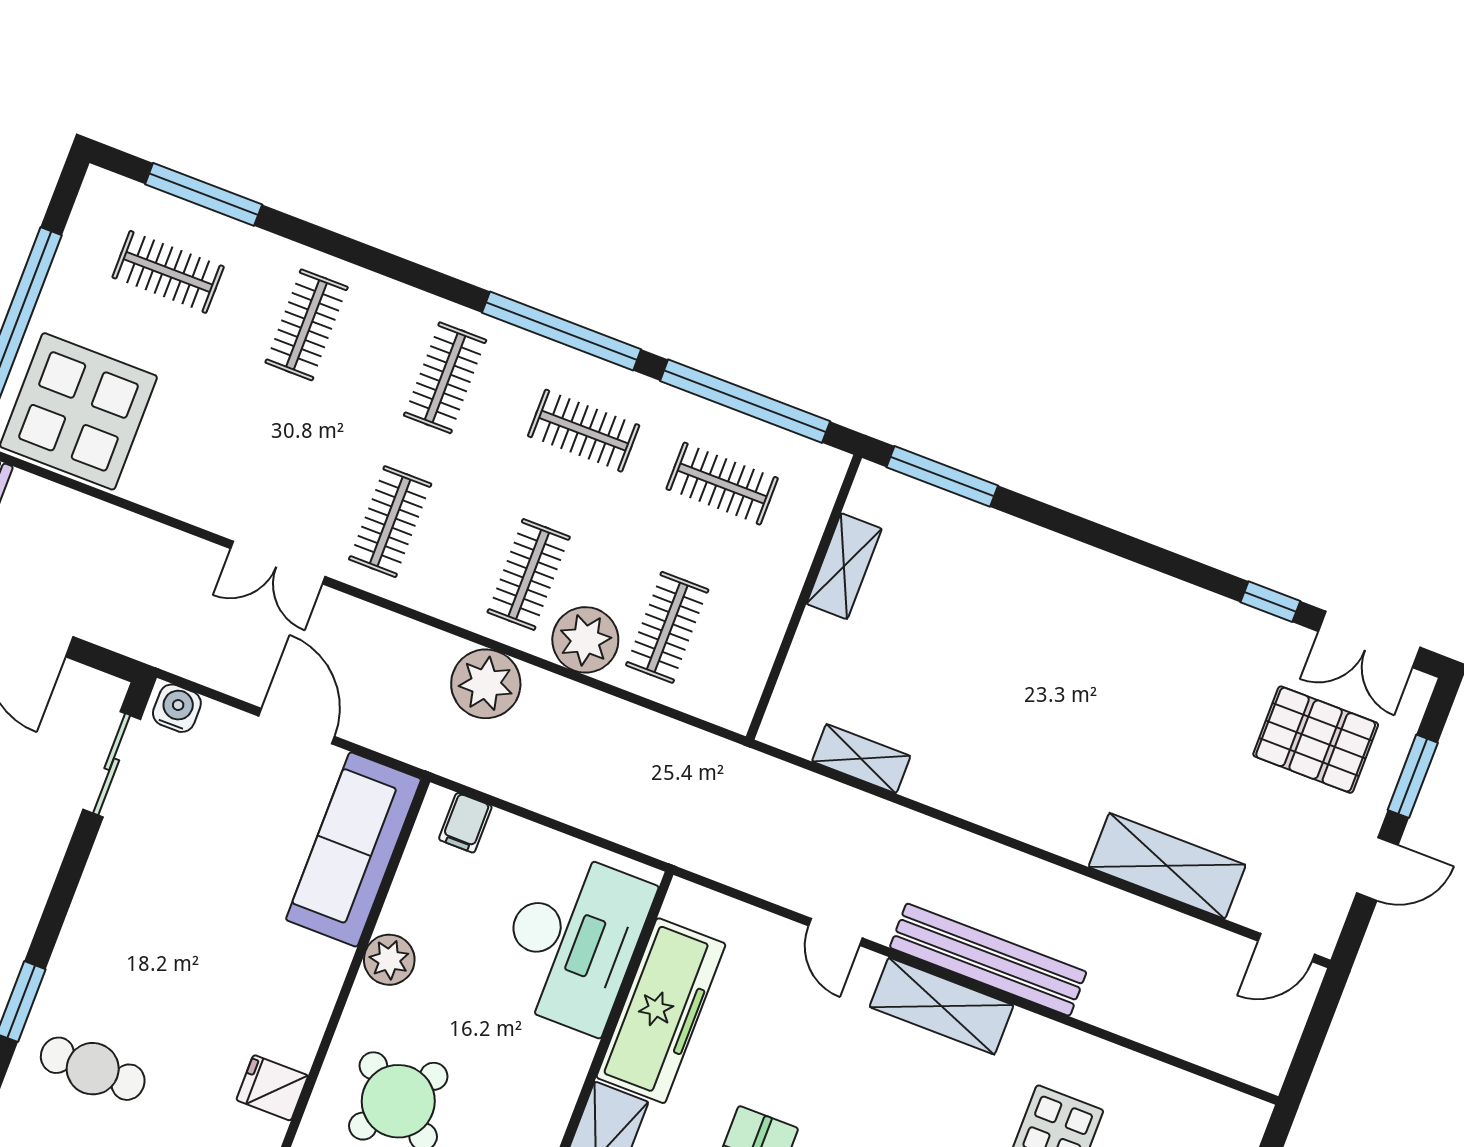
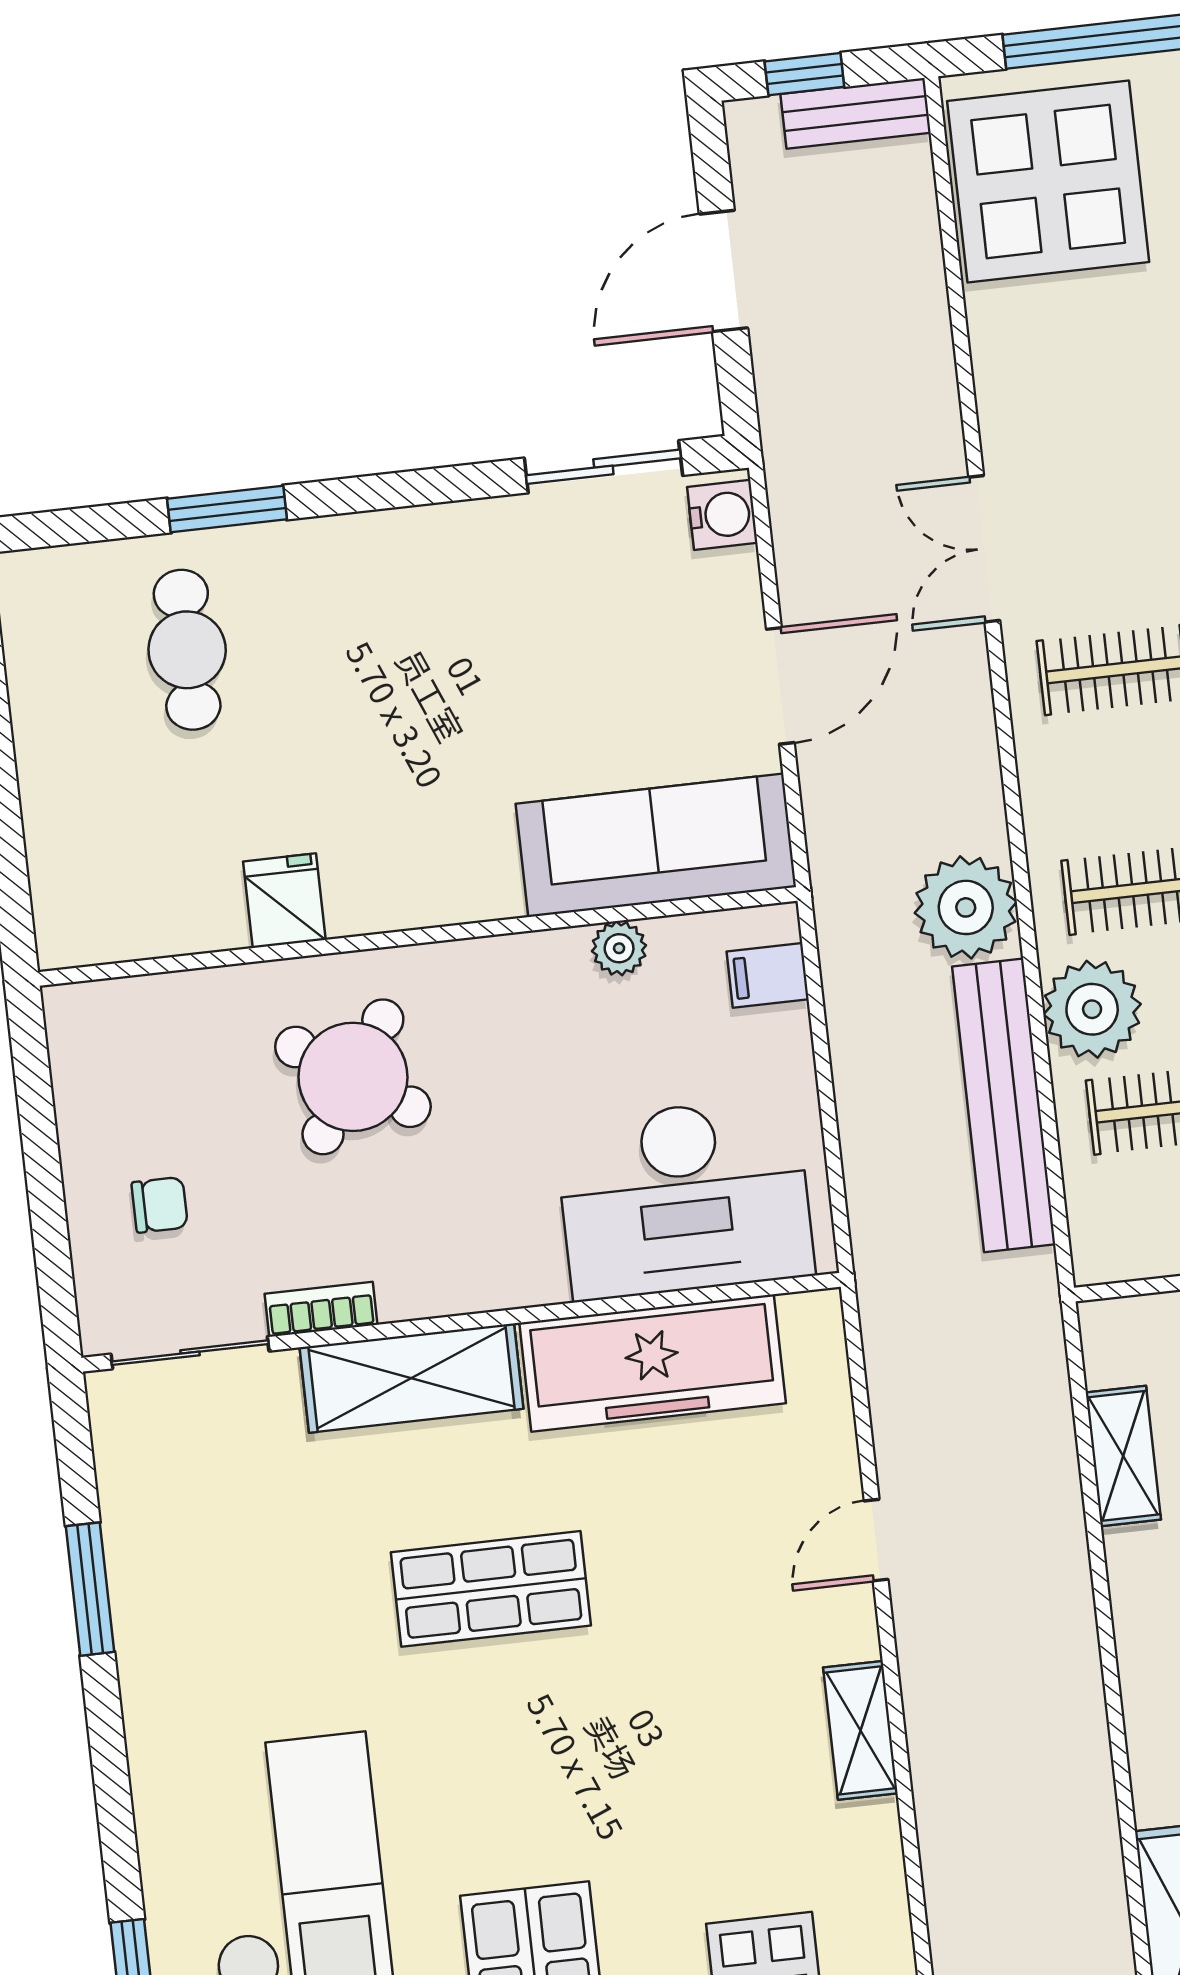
plant: (389, 960) -> (619, 948), moved, width x0.73, depth x0.73
bench: (988, 960) -> (1004, 1105), moved
shelving: (941, 1006) -> (860, 1730), width x0.67, depth x0.75

